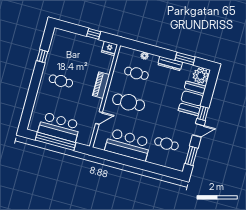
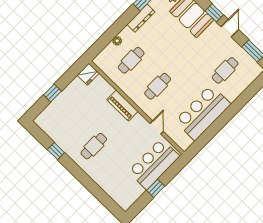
window: (94, 34) -> (52, 93), moved
cafe table: (129, 102) -> (158, 86), width x0.73, depth x0.74
bar counter: (59, 127) -> (154, 164), moved
window: (56, 141) -> (156, 188), width x0.32

